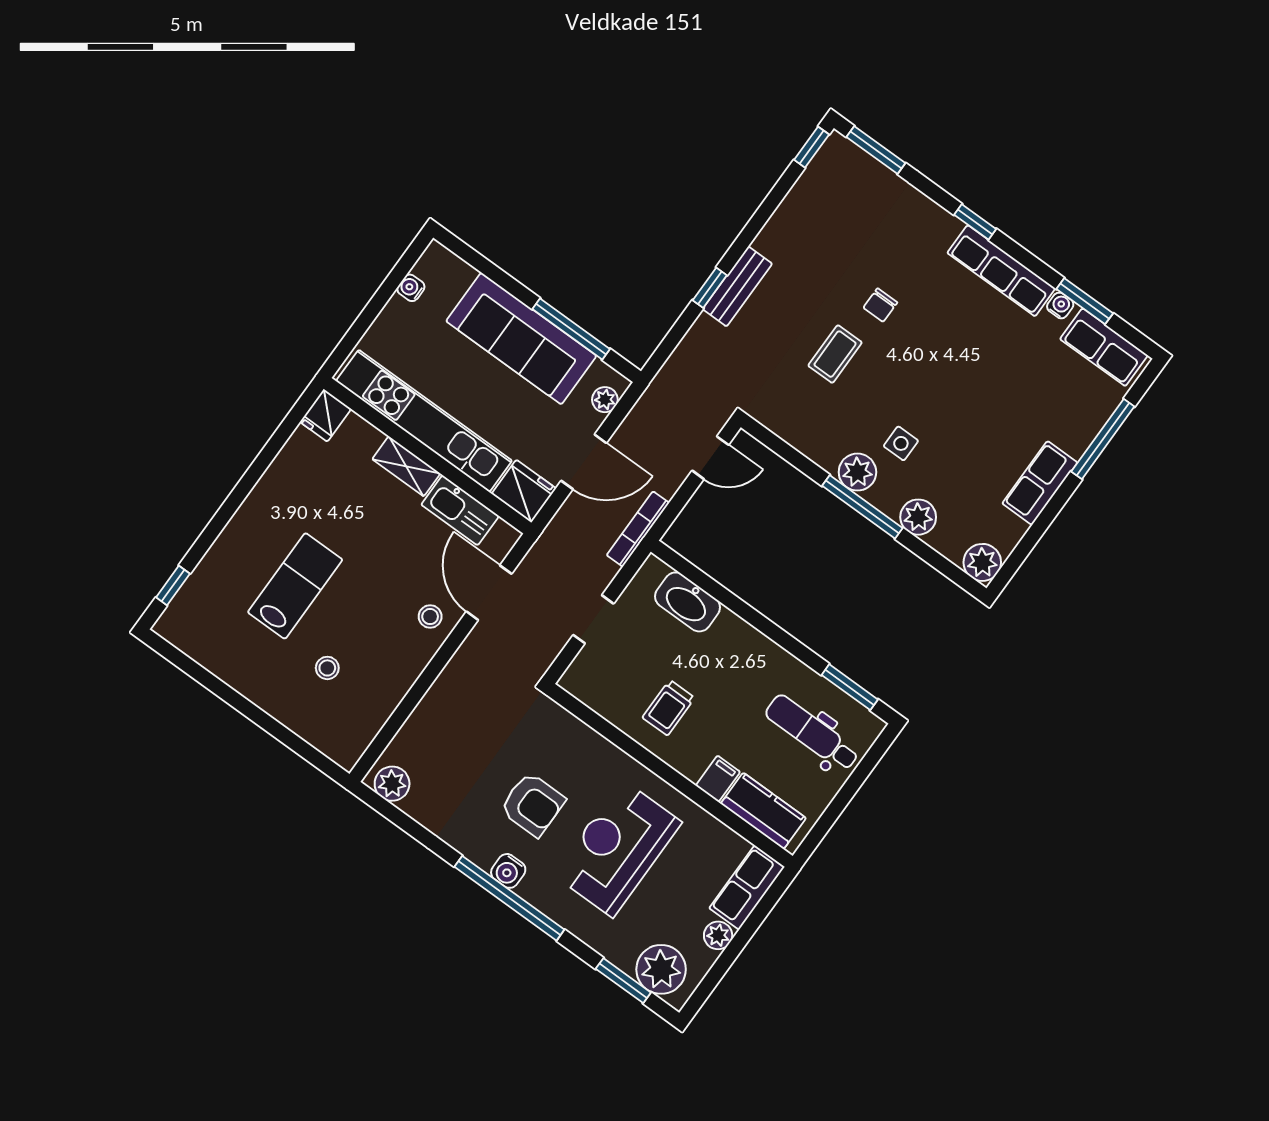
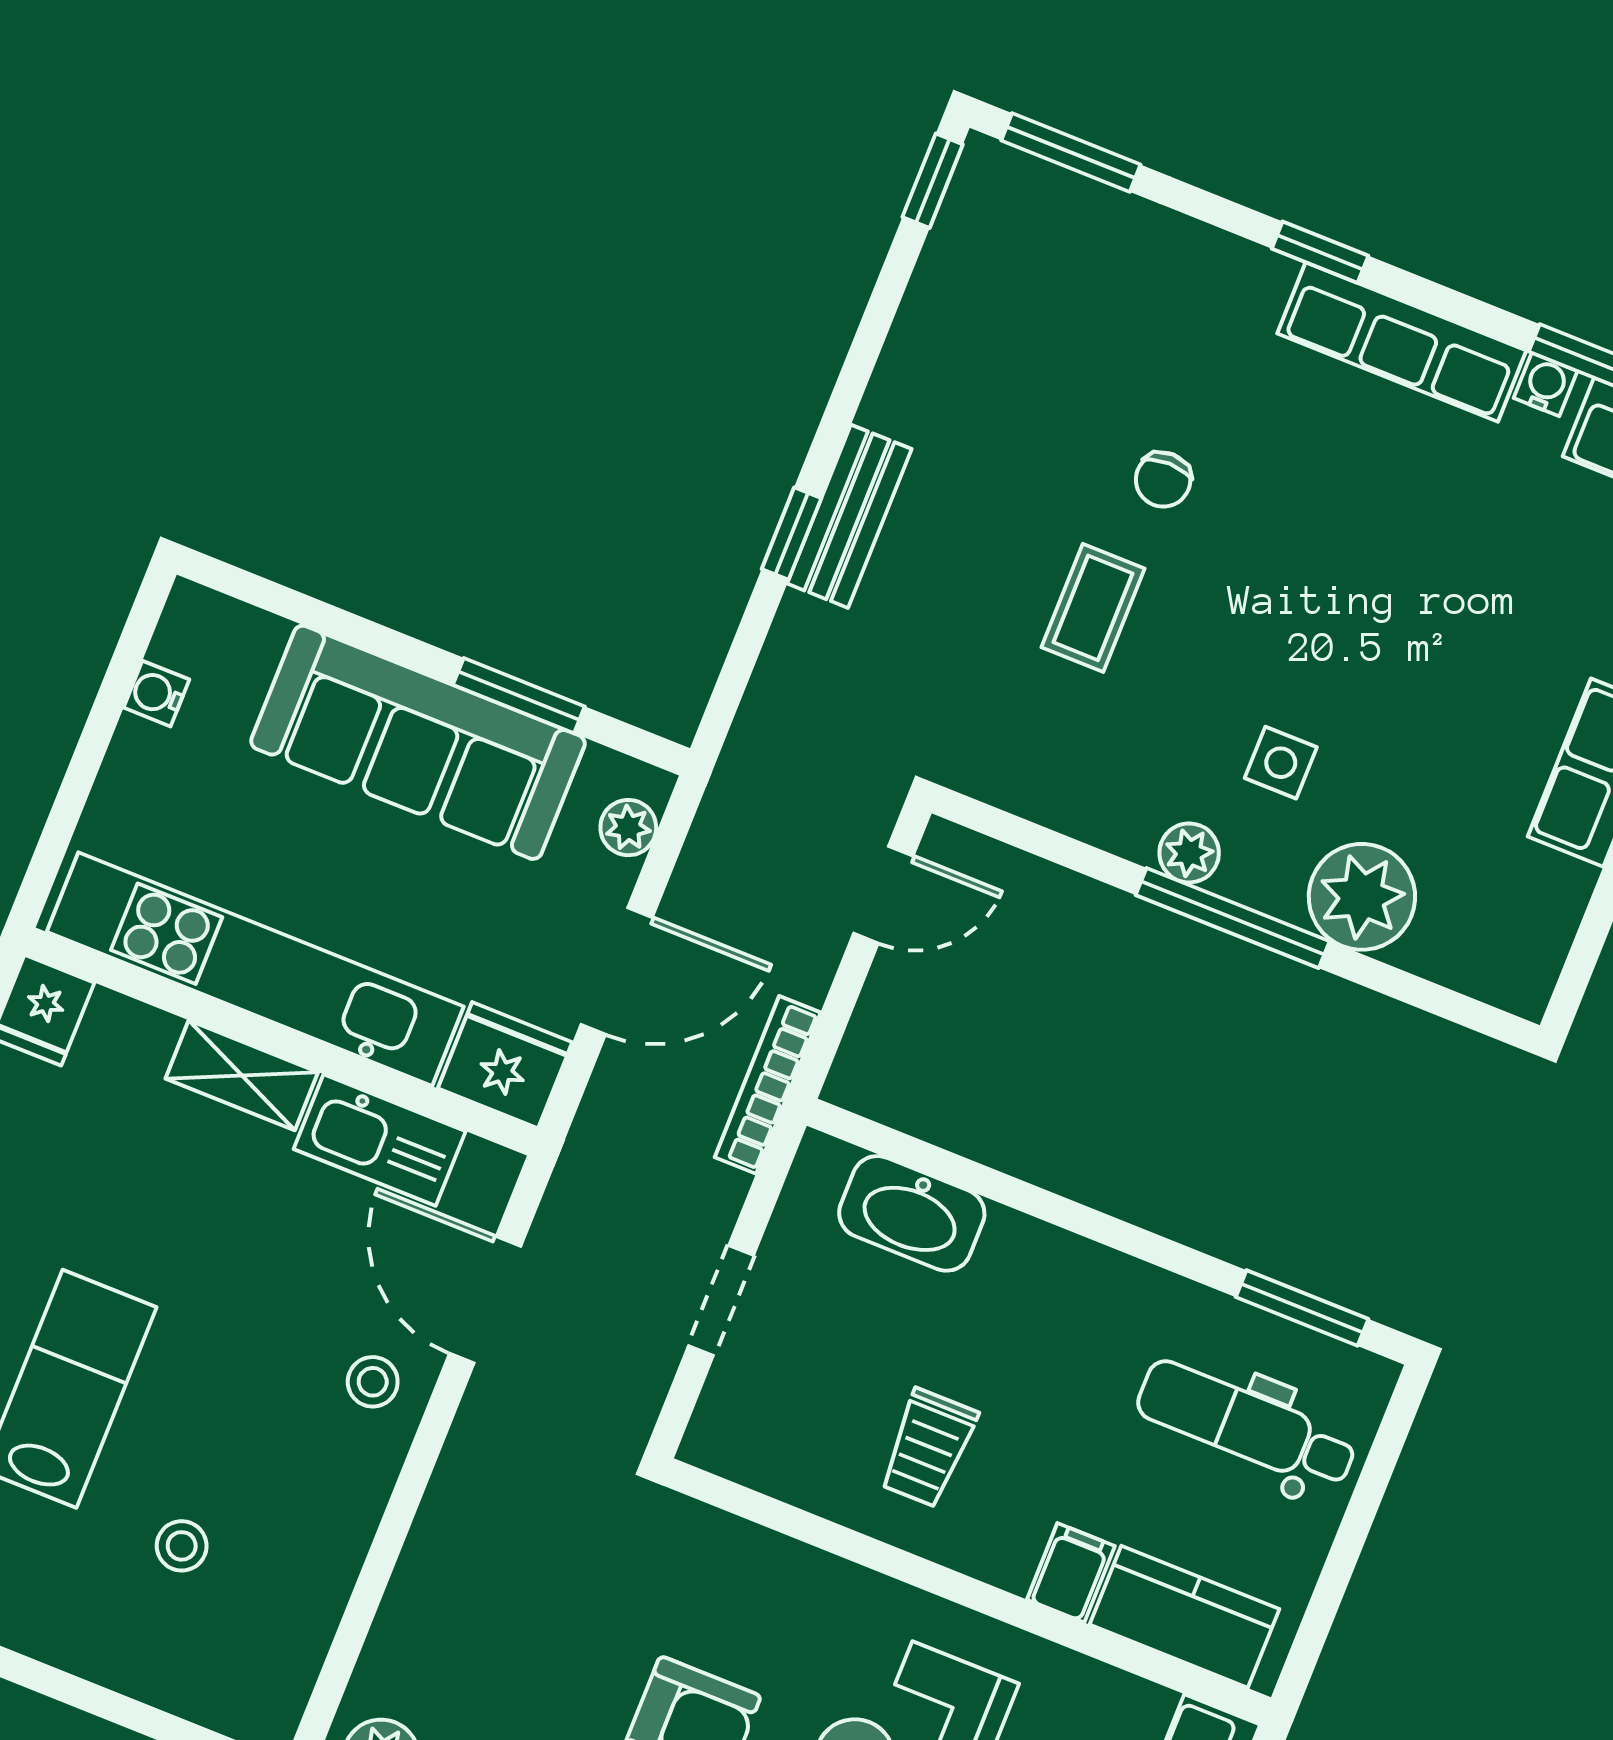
window: (571, 329) -> (519, 696), width x0.69
plant: (857, 472) -> (1189, 853), width x0.73, depth x0.73
plant: (918, 517) -> (1362, 897), width x1.36, depth x1.36
plant: (982, 562) -> (1517, 972), removed

